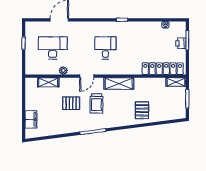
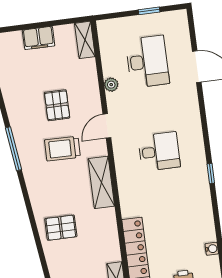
door: (87, 76) -> (107, 126), hinge flipped
shelving: (48, 82) -> (85, 40), moved
filing cabinet: (31, 119) -> (39, 38), moved

